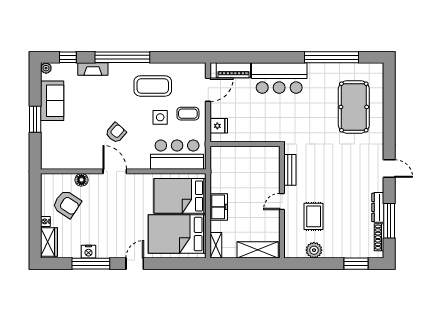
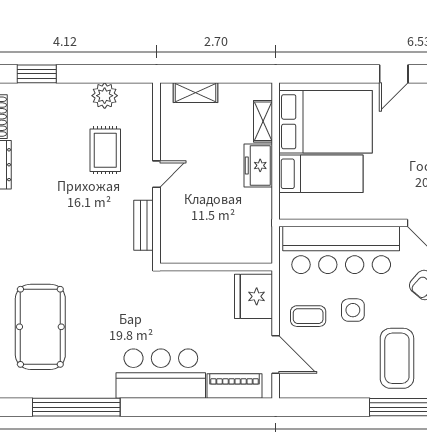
coffee table: (153, 86) -> (397, 358), moved, turned 90
door: (208, 90) -> (276, 355), swing flipped
fridge: (219, 126) -> (254, 296), width x1.88, depth x1.34
bar counter: (177, 155) -> (341, 250), width x1.36
bed: (180, 196) -> (321, 174), width x0.67
shelving: (216, 245) -> (263, 121), moved
shelving: (258, 250) -> (196, 93), width x0.67, depth x0.75

